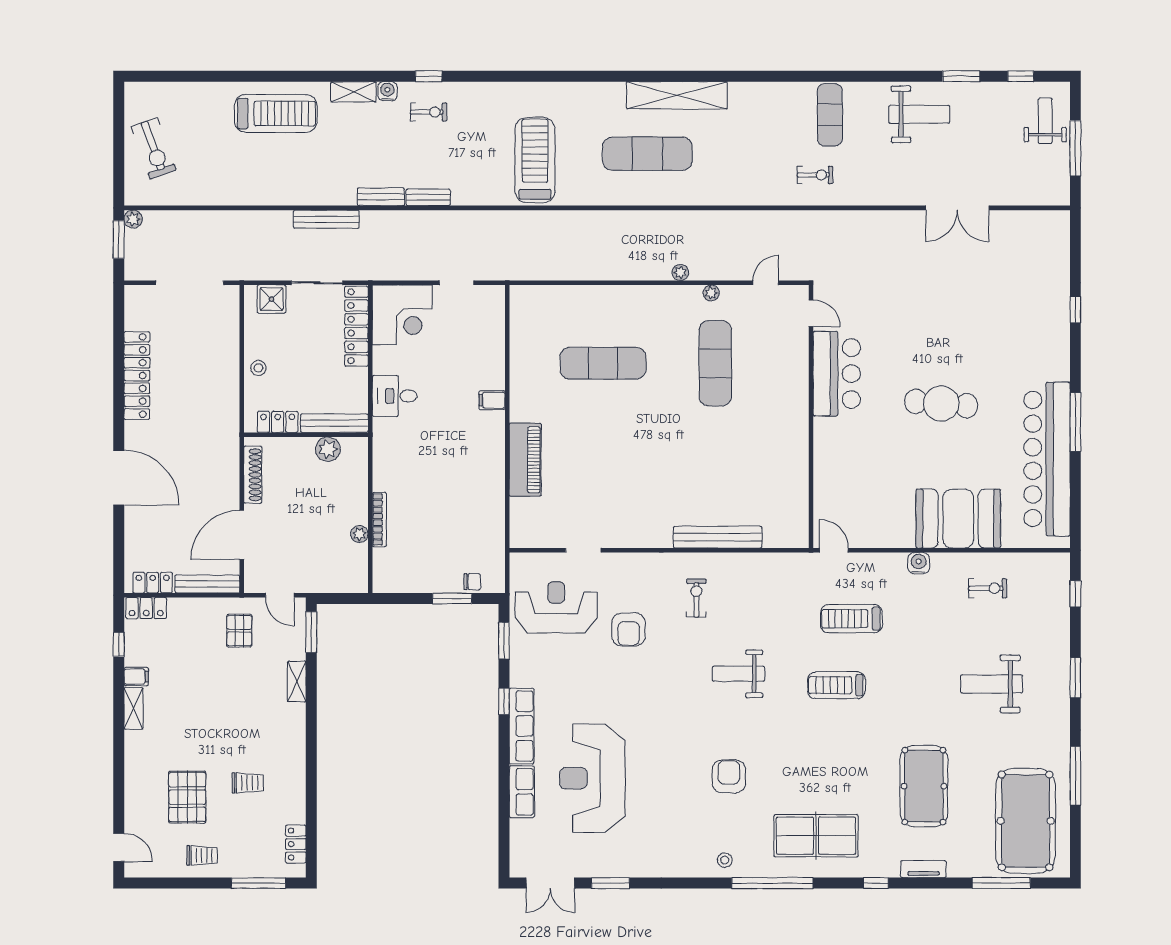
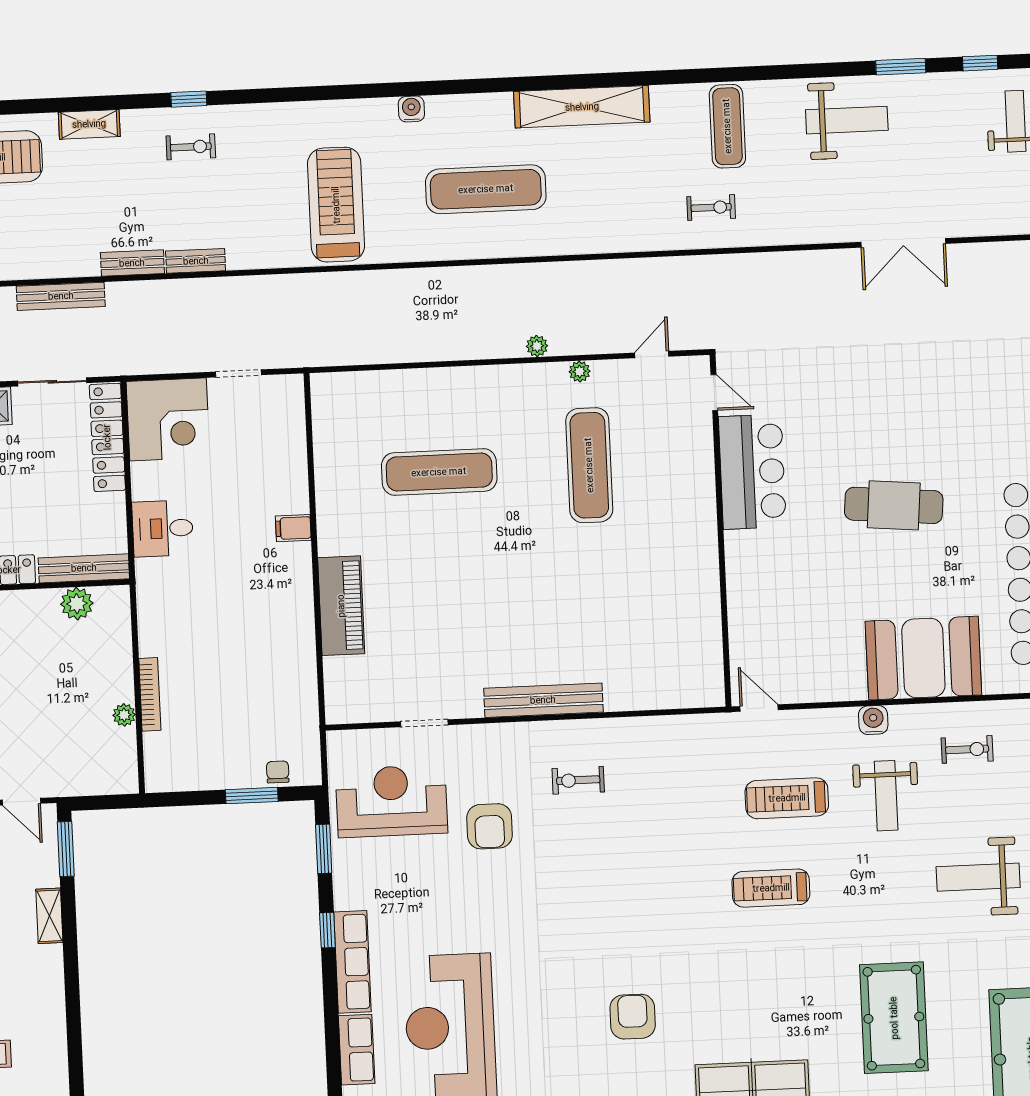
water cooler: (387, 91) -> (411, 109), moved
shelving: (677, 95) -> (582, 107), moved
bench: (718, 537) -> (543, 700), moved
chair: (472, 582) -> (278, 772), turned -90
exercise bike: (696, 598) -> (578, 780), turned -90
weight bench: (739, 674) -> (886, 796), moved, turned -90

